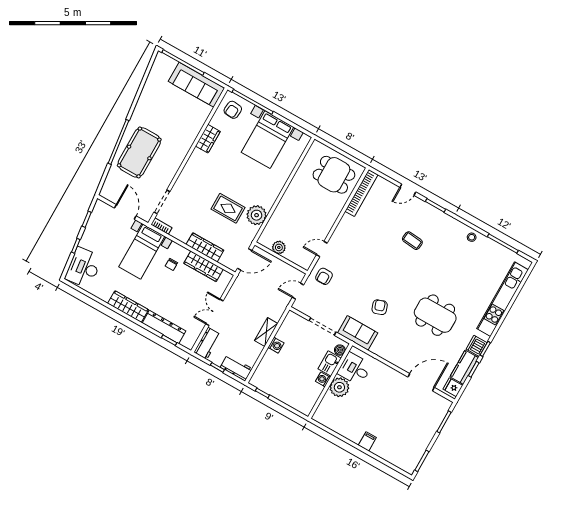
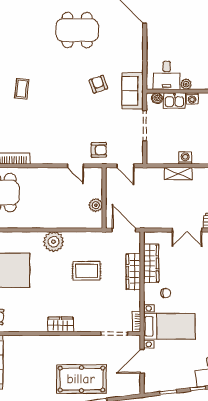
wardrobe: (208, 139) -> (61, 324), moved
rug: (228, 208) -> (87, 271), turned 90
plant: (257, 215) -> (54, 242), moved
armchair: (380, 307) -> (98, 84), turned 90
dining table: (435, 315) -> (77, 30), turned 90
plant: (339, 387) -> (186, 84), width x0.53, depth x0.53

